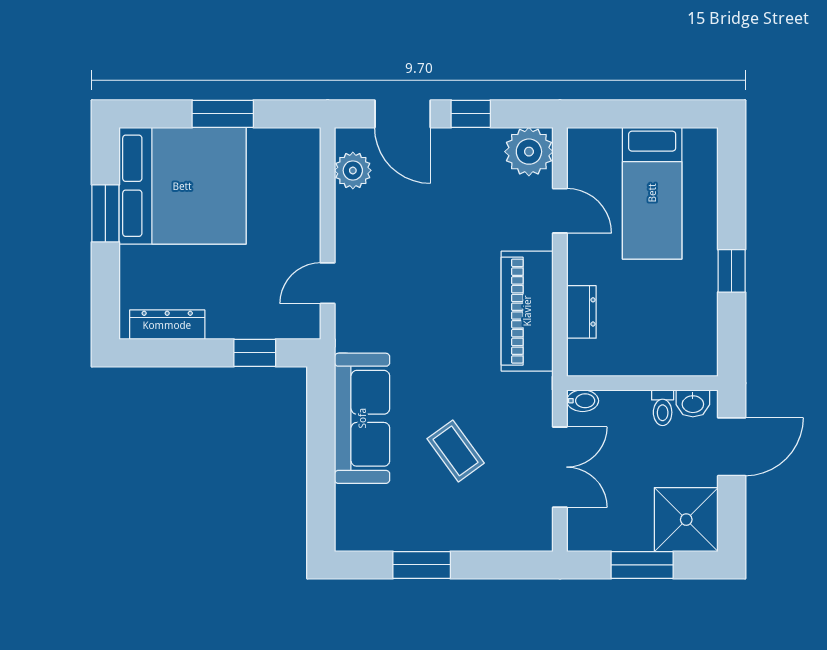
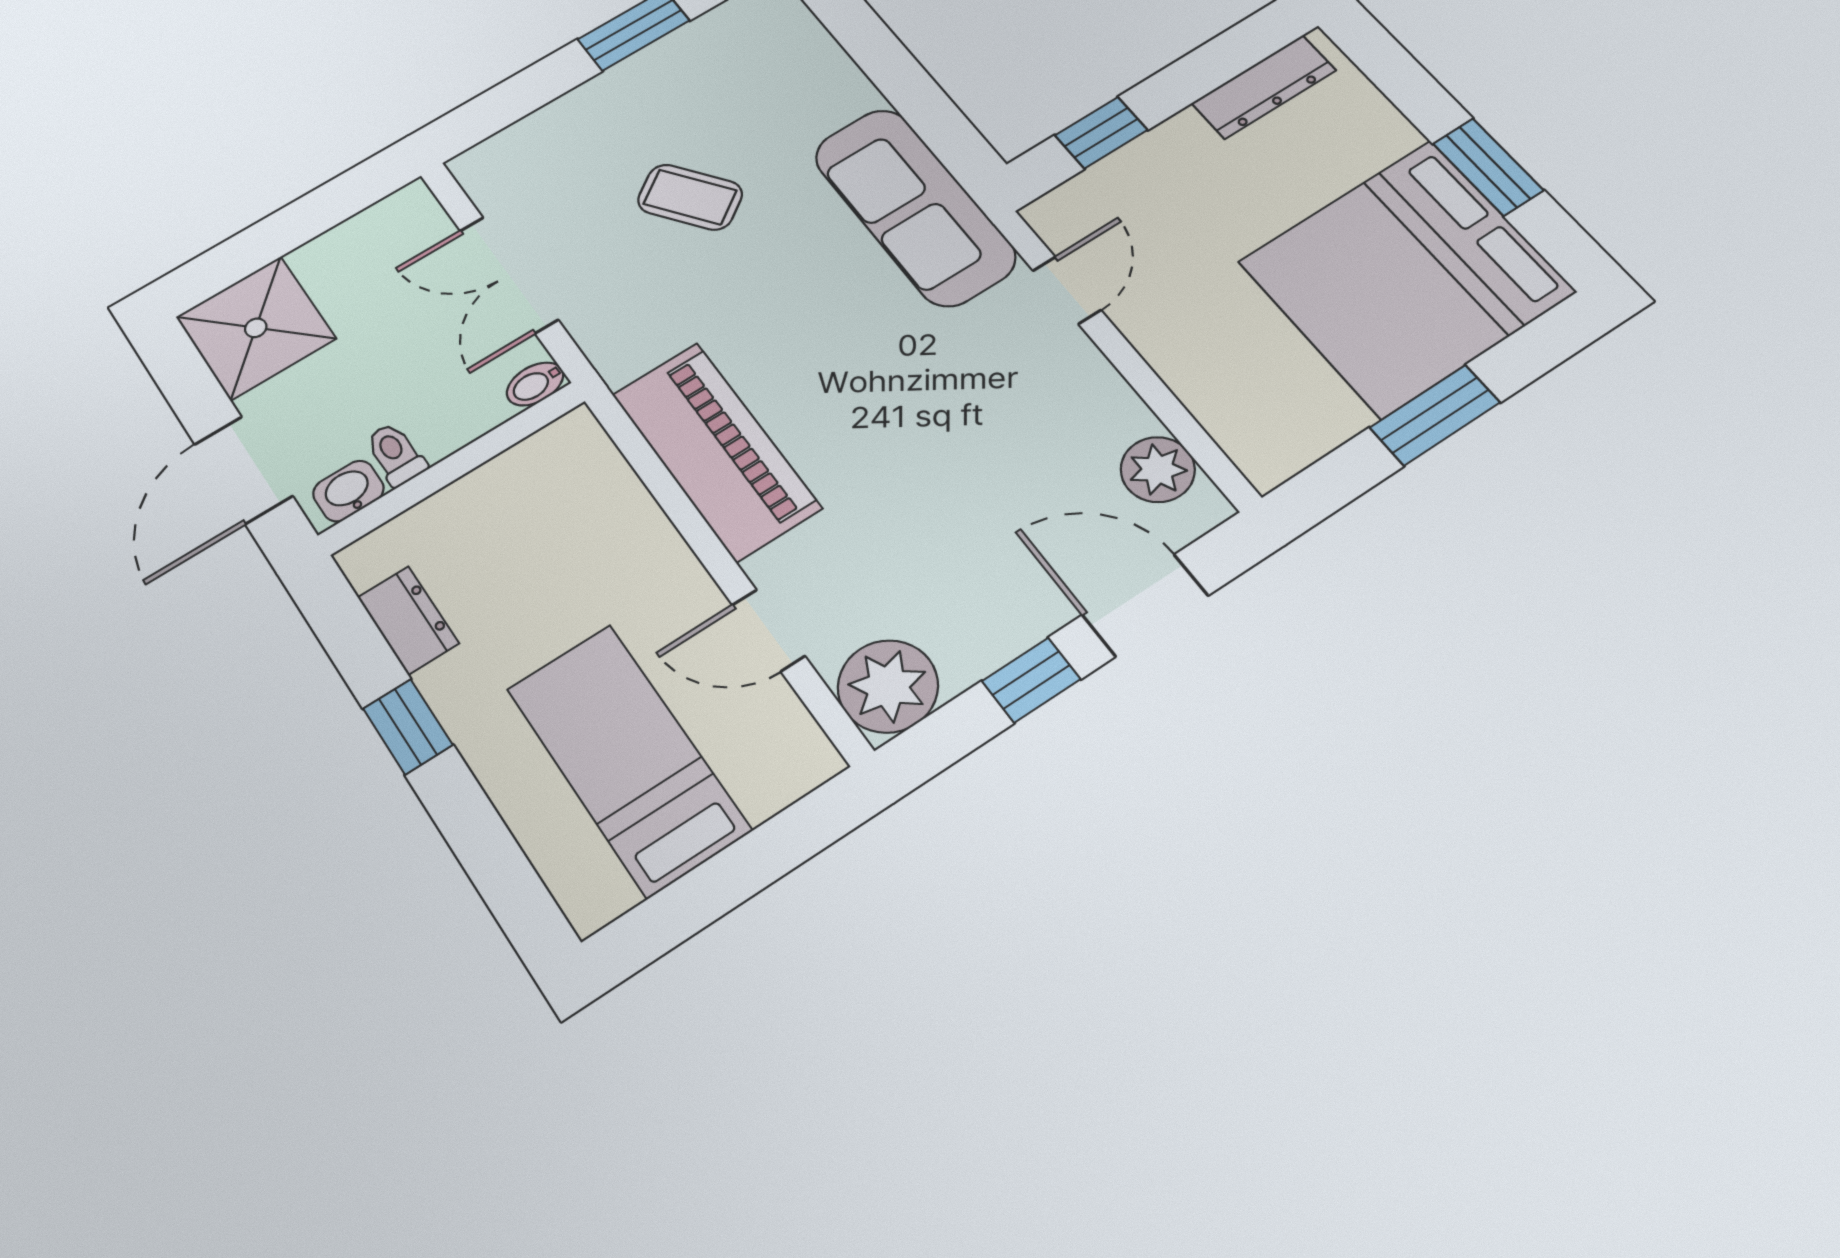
dresser: (581, 312) -> (408, 620), moved, turned 180
sofa: (362, 418) -> (915, 207), moved
window: (642, 565) -> (289, 228), removed

